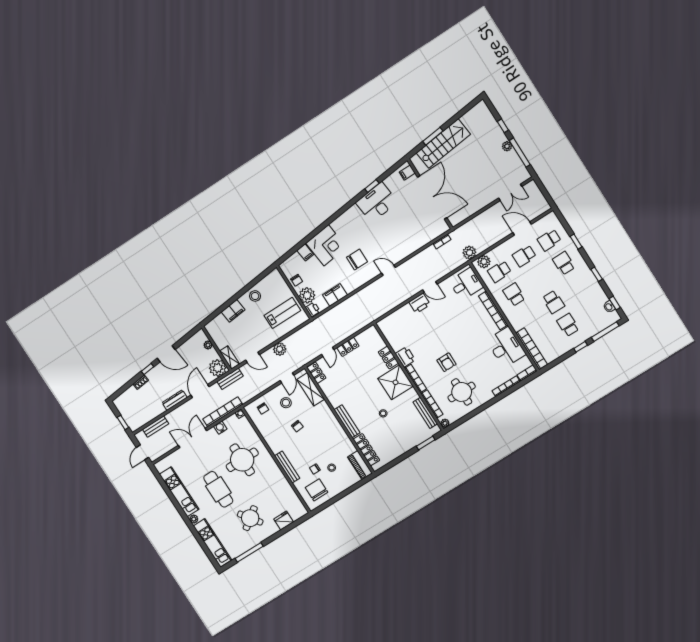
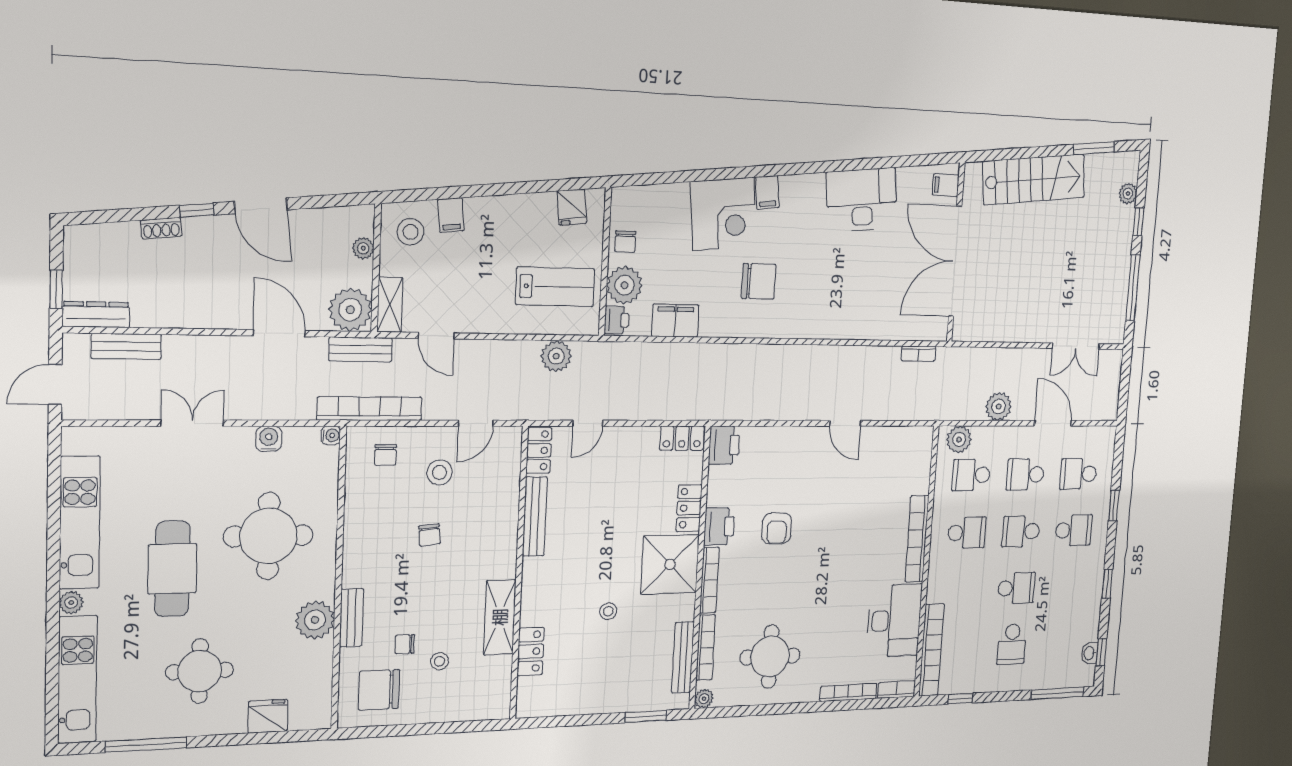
window: (433, 136) -> (1094, 148), moved
plant: (507, 146) -> (1128, 194), moved
window: (372, 186) -> (874, 163), removed
double door: (432, 197) -> (955, 261), swing flipped
filing cabinet: (305, 252) -> (767, 192), moved
plant: (469, 253) -> (999, 407), moved
school desk: (564, 263) -> (1074, 530), turned 90
door: (388, 270) -> (798, 342), removed
school desk: (539, 279) -> (1021, 531), added
fridge: (269, 282) -> (572, 207), added
desk: (466, 284) -> (906, 460), removed
school desk: (514, 295) -> (967, 533), turned 90
stool: (255, 296) -> (411, 232), moved
school desk: (553, 302) -> (1016, 588), turned -90
printer: (420, 303) -> (724, 445), moved, turned -90
filing cabinet: (233, 311) -> (451, 215), width x0.50
school desk: (568, 325) -> (1012, 644), turned 180
locker: (348, 347) -> (682, 438), moved
window: (581, 347) -> (960, 699), moved
plant: (280, 349) -> (556, 356), moved
armchair: (447, 362) -> (777, 528), moved
shelving: (311, 389) -> (500, 617), moved
door: (200, 391) -> (279, 333), hinge flipped
dresser: (175, 400) -> (96, 315), moved
bookcase: (223, 412) -> (370, 409), moved
bench: (347, 421) -> (535, 516), moved
double door: (192, 438) -> (192, 423), width x0.73
locker: (366, 450) -> (531, 651), width x0.66
piano: (360, 465) -> (497, 688), removed
bench: (287, 467) -> (351, 618), width x0.73
plant: (277, 479) -> (315, 620), added
chair: (317, 490) -> (379, 690), turned -90
round table: (250, 518) -> (200, 671), turned 36

